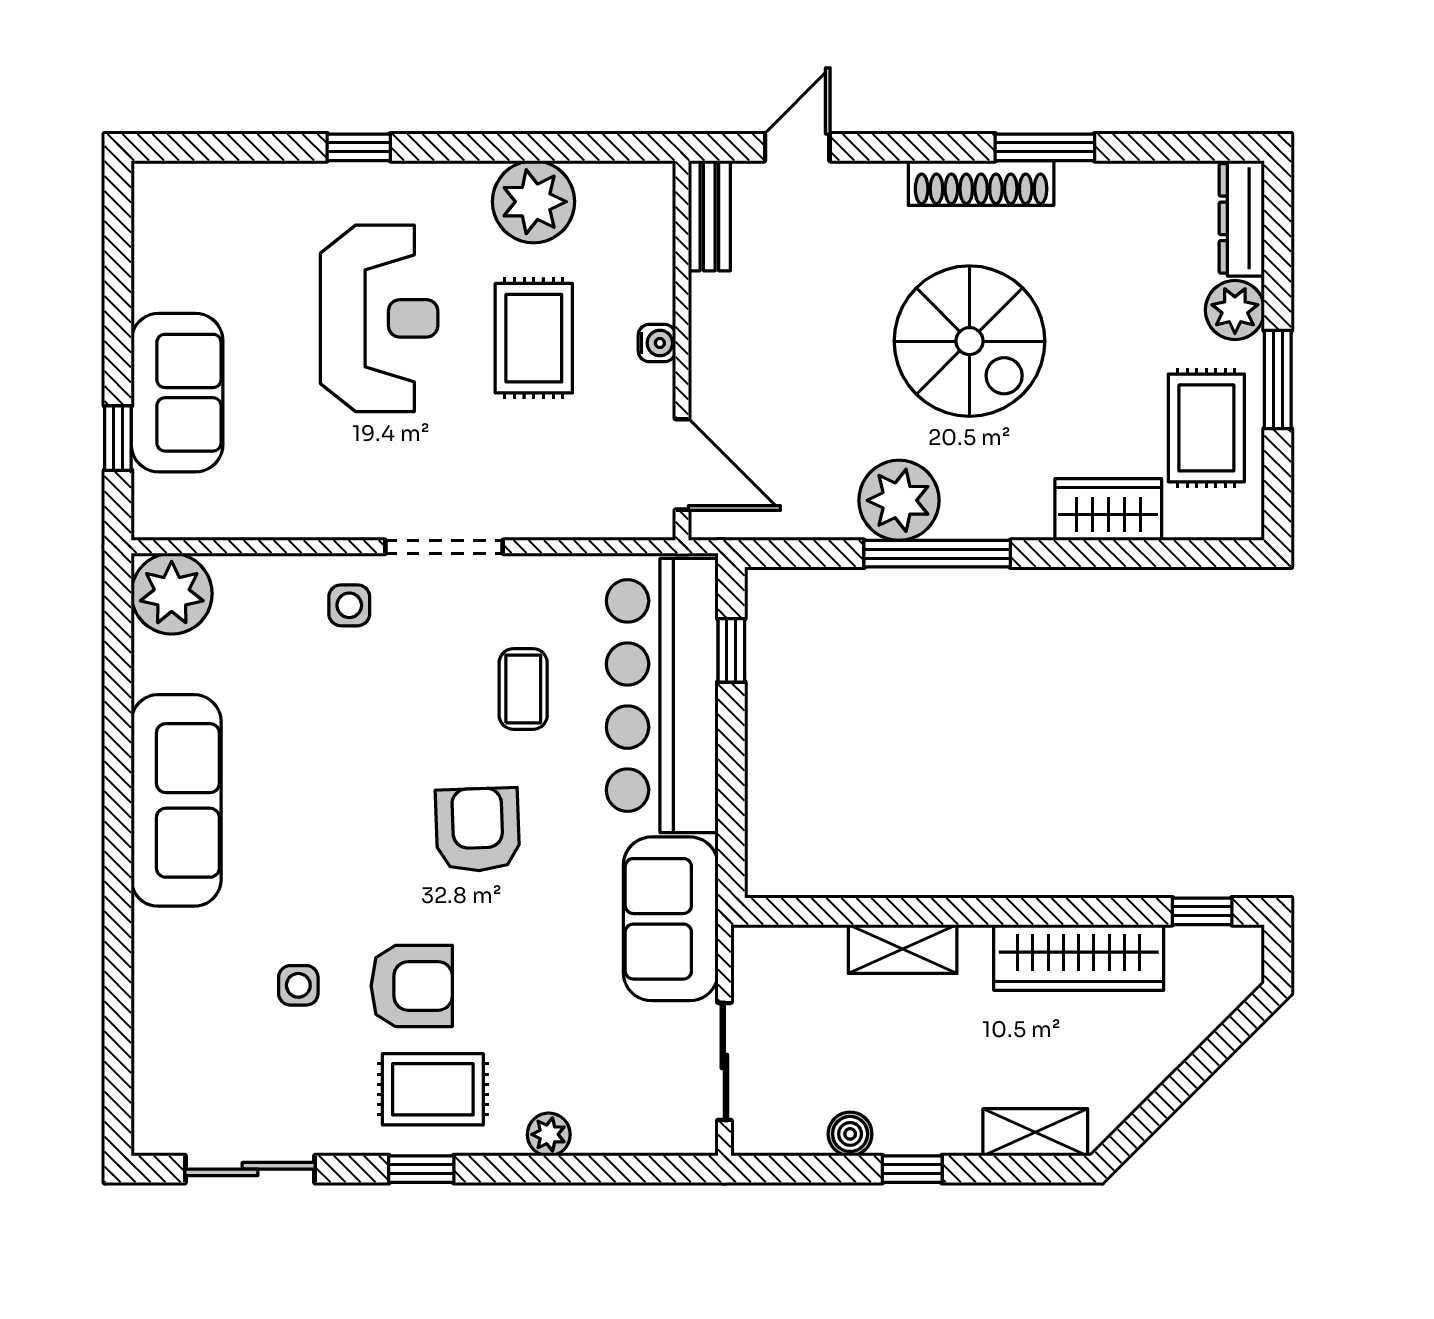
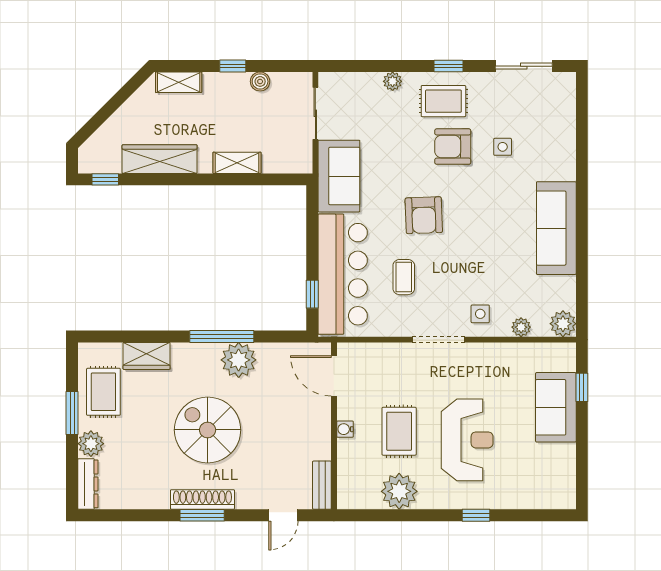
window: (1045, 147) -> (202, 515), moved
reception desk: (379, 318) -> (467, 440), turned 180
plant: (256, 575) -> (521, 327), added
plant: (172, 594) -> (563, 324), width x0.73, depth x0.73

